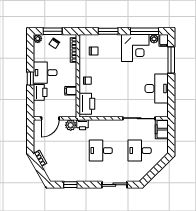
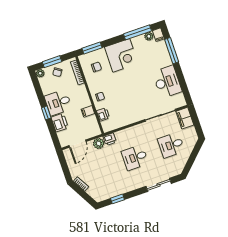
window: (108, 31) -> (92, 48), moved
corner desk: (135, 48) -> (121, 55), moved
printer: (87, 104) -> (103, 114), width x0.53, depth x0.68

